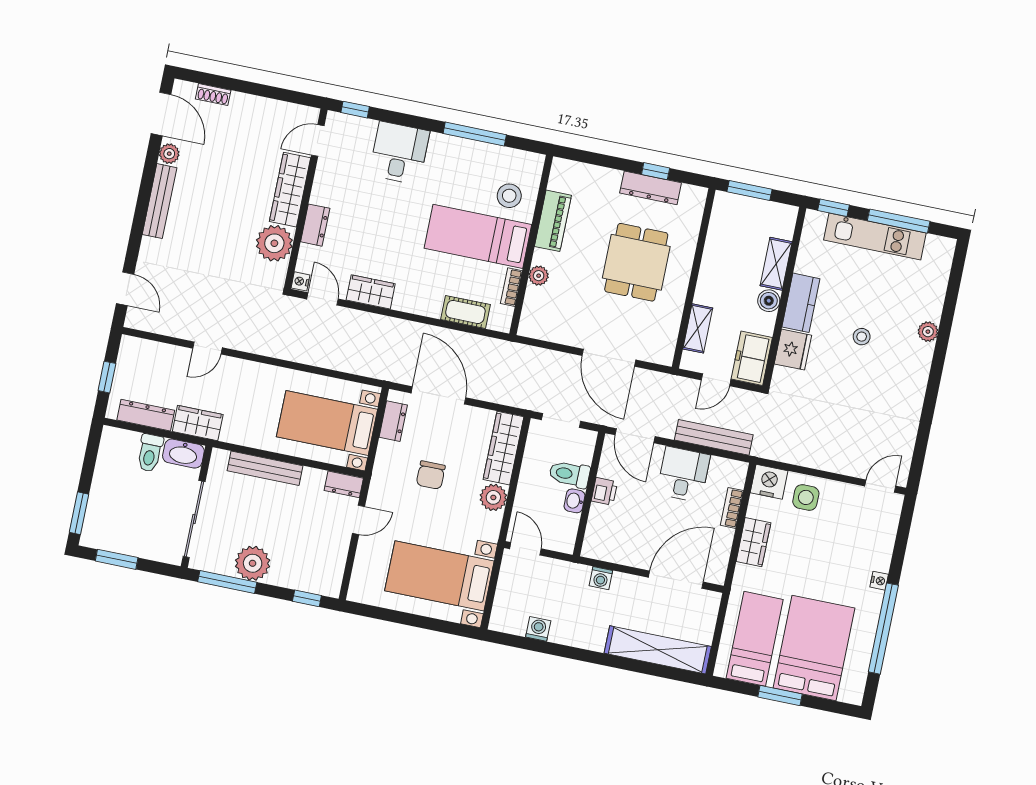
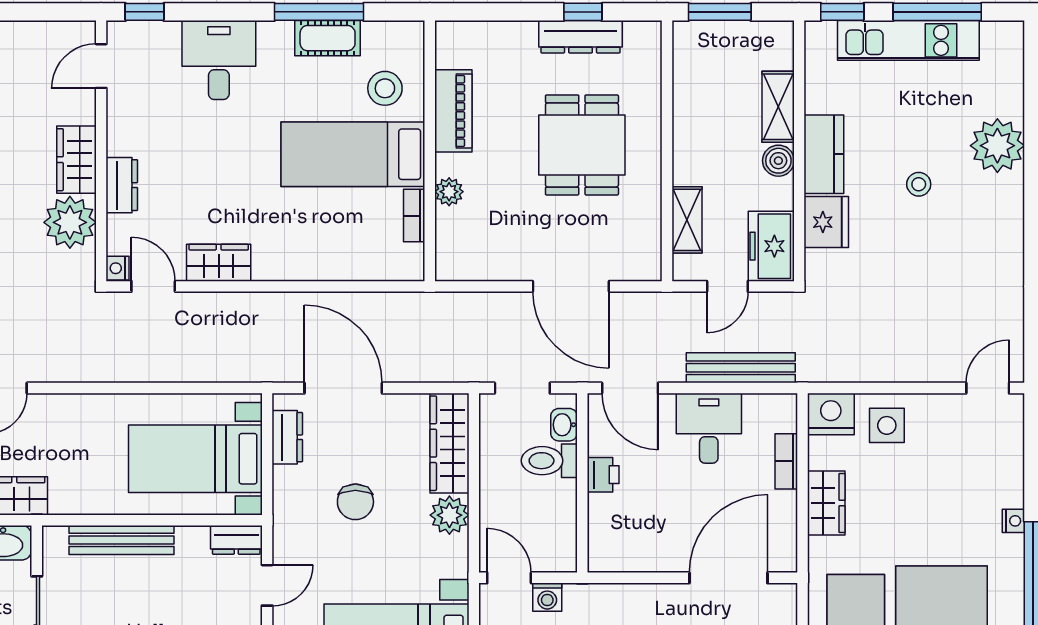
wardrobe: (290, 190) -> (76, 160), width x0.67
cot: (465, 312) -> (328, 38), moved
plant: (928, 332) -> (997, 146), width x1.87, depth x1.87
washbasin: (574, 501) -> (564, 425), moved
washing machine: (601, 578) -> (547, 597), moved

